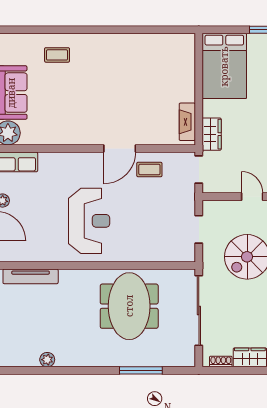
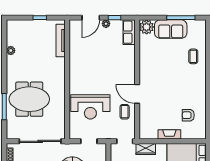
armchair: (155, 63) -> (188, 115), added
fireplace: (187, 122) -> (169, 134), moved
reception desk: (89, 221) -> (90, 107), moved
meeting table: (129, 306) -> (29, 99), moved

